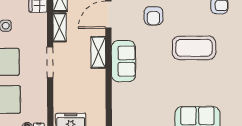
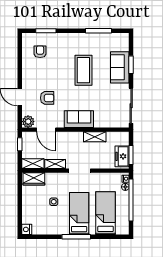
coffee table: (194, 48) -> (83, 70), moved
shelving: (98, 52) -> (95, 137), moved

